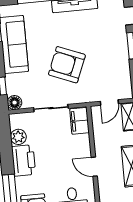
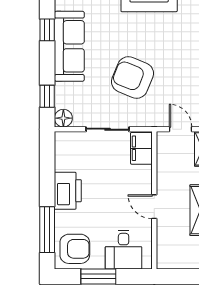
door: (109, 103) -> (181, 129), swing flipped
plant: (18, 137) -> (64, 161), removed

